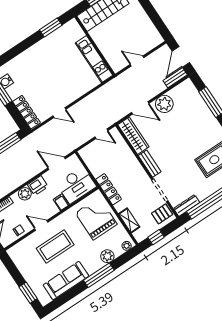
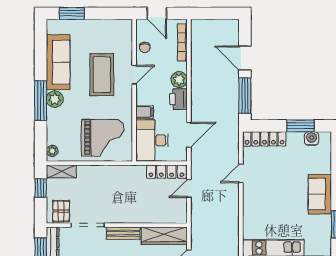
sofa: (39, 52) -> (320, 194), added
door: (101, 134) -> (189, 188), moved
locker: (109, 189) -> (166, 172), moved
shelving: (129, 220) -> (61, 171), moved
plant: (107, 256) -> (55, 99), moved

